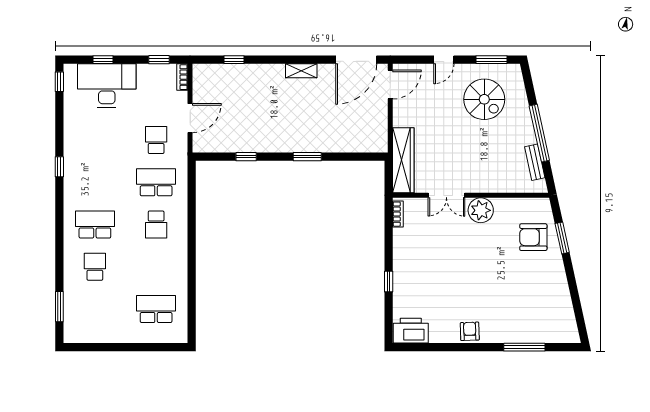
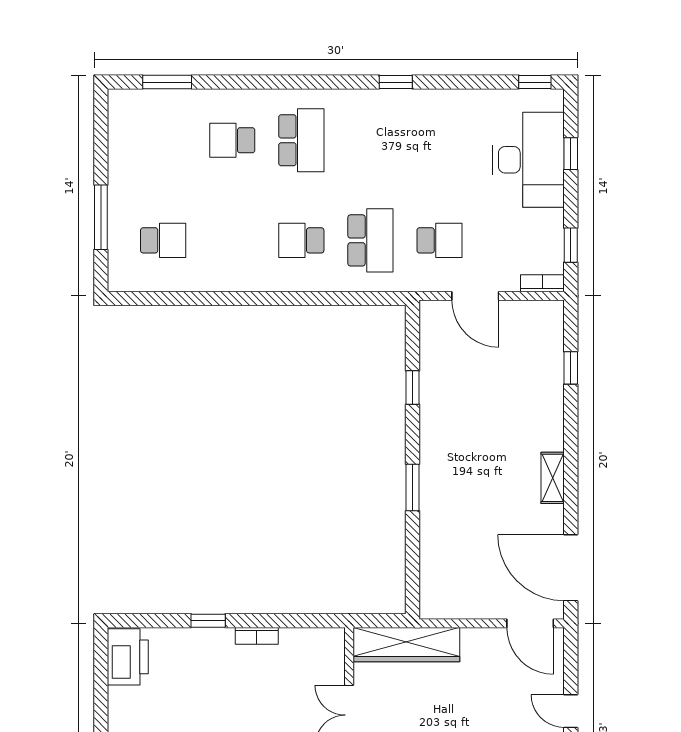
bookcase: (398, 214) -> (257, 636), moved
school desk: (95, 267) -> (232, 140), turned 180
school desk: (156, 309) -> (163, 240), width x0.54
window: (142, 347) -> (101, 217), added

